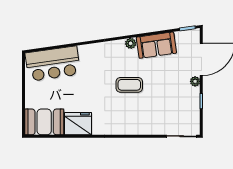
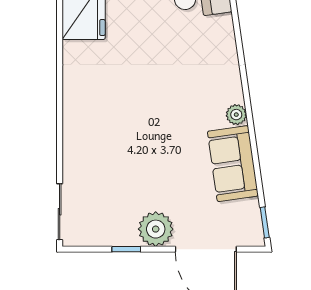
plant: (195, 81) -> (156, 229), width x1.88, depth x1.88
coffee table: (129, 85) -> (157, 112), removed

